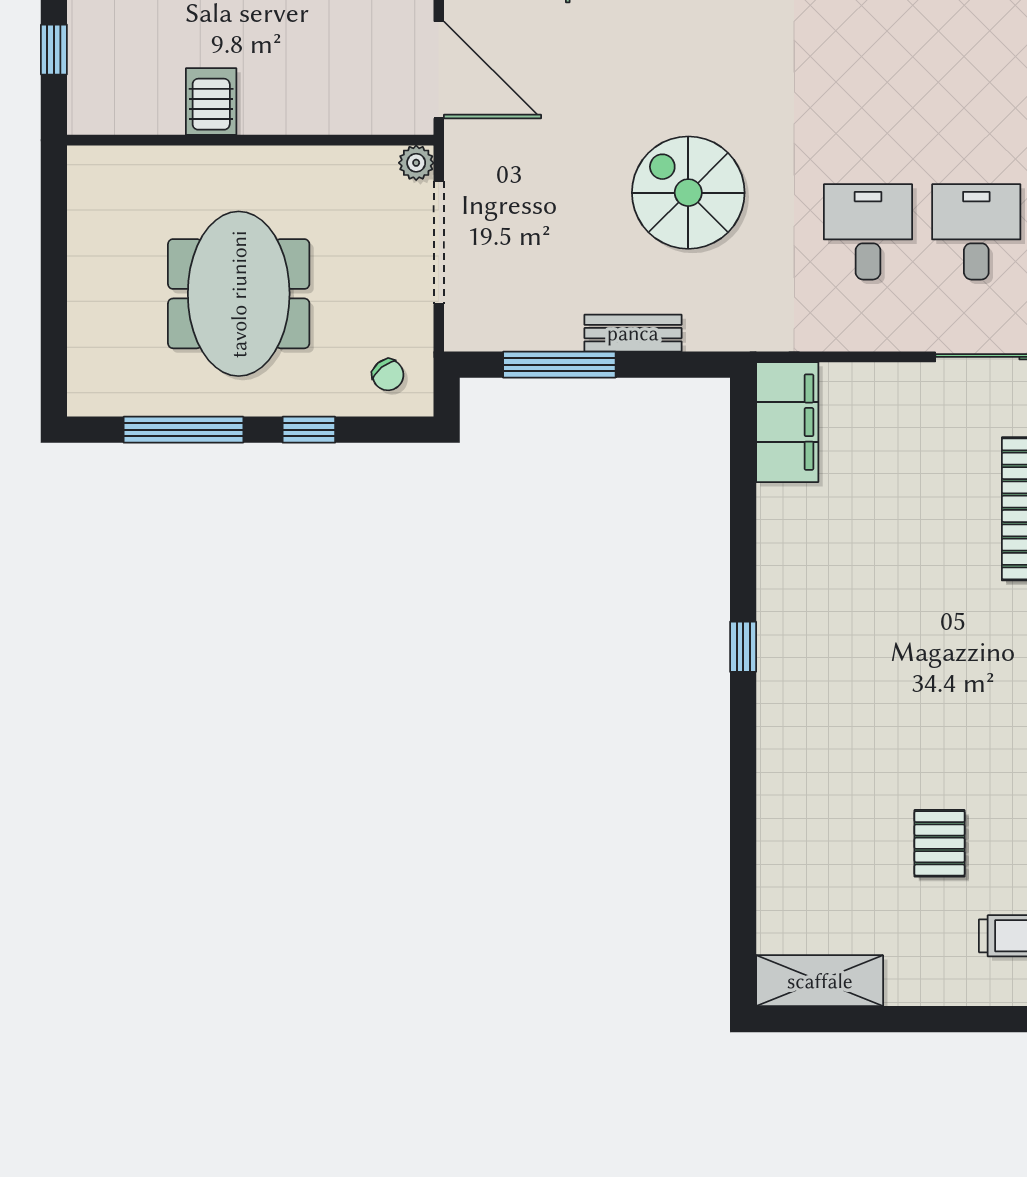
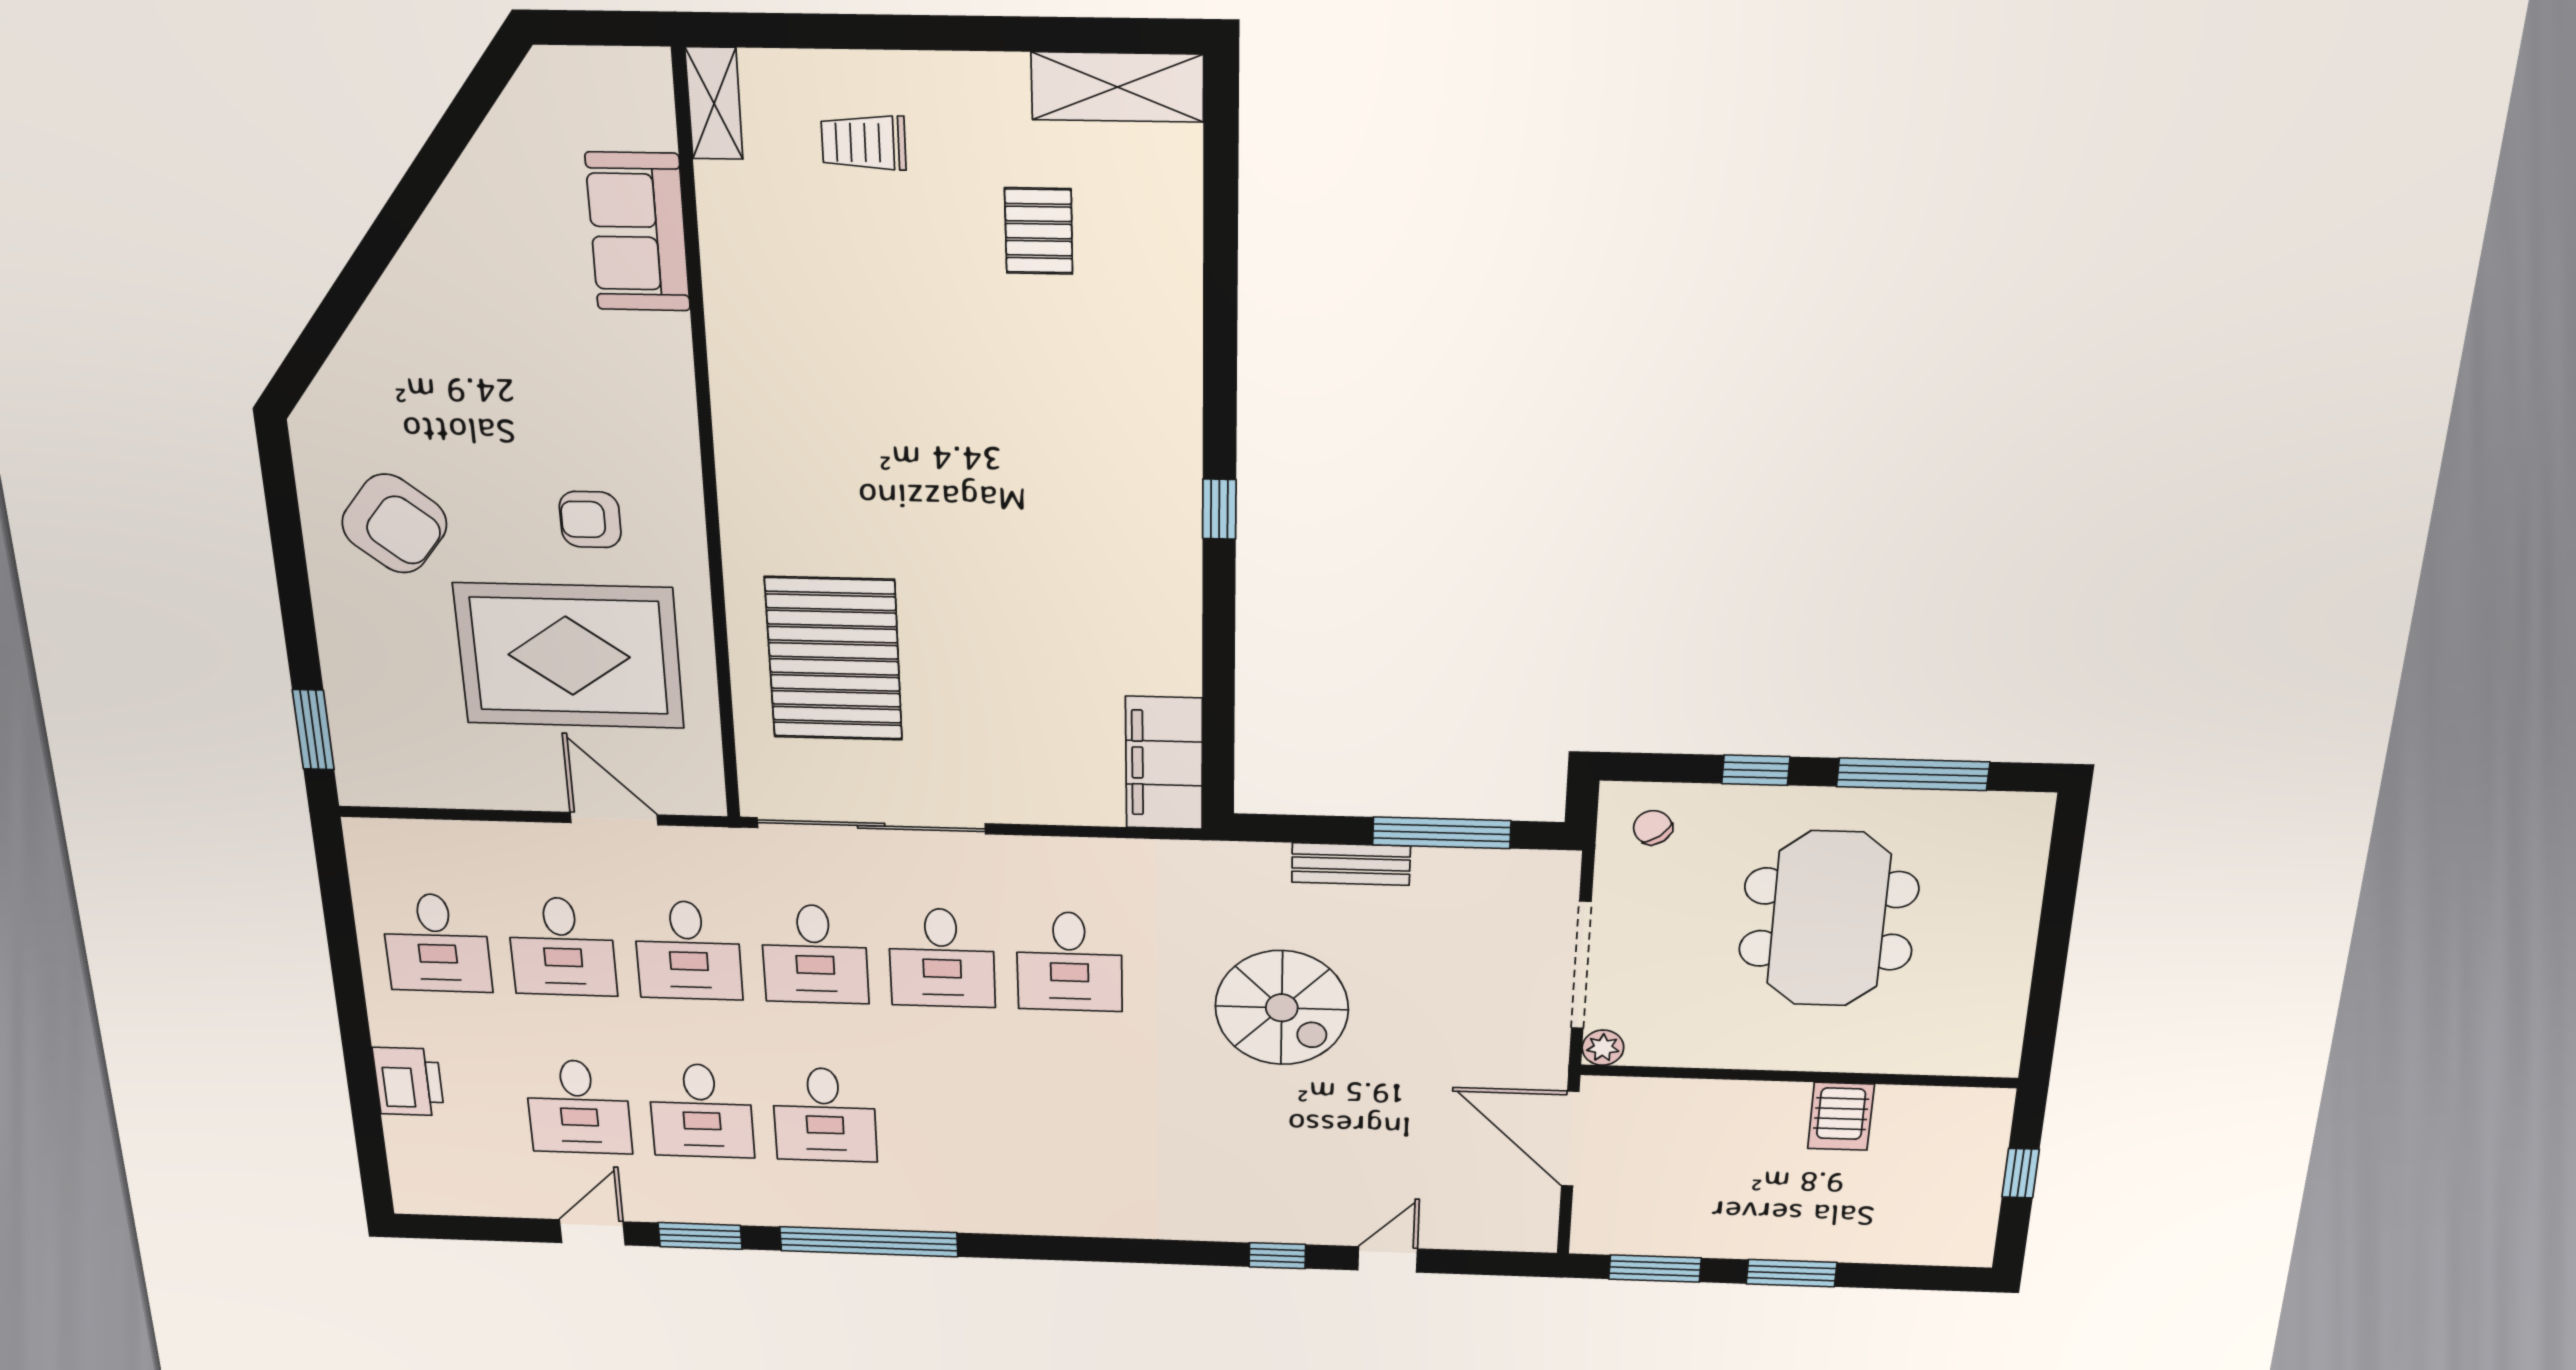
pallet: (940, 843) -> (1039, 231), moved

